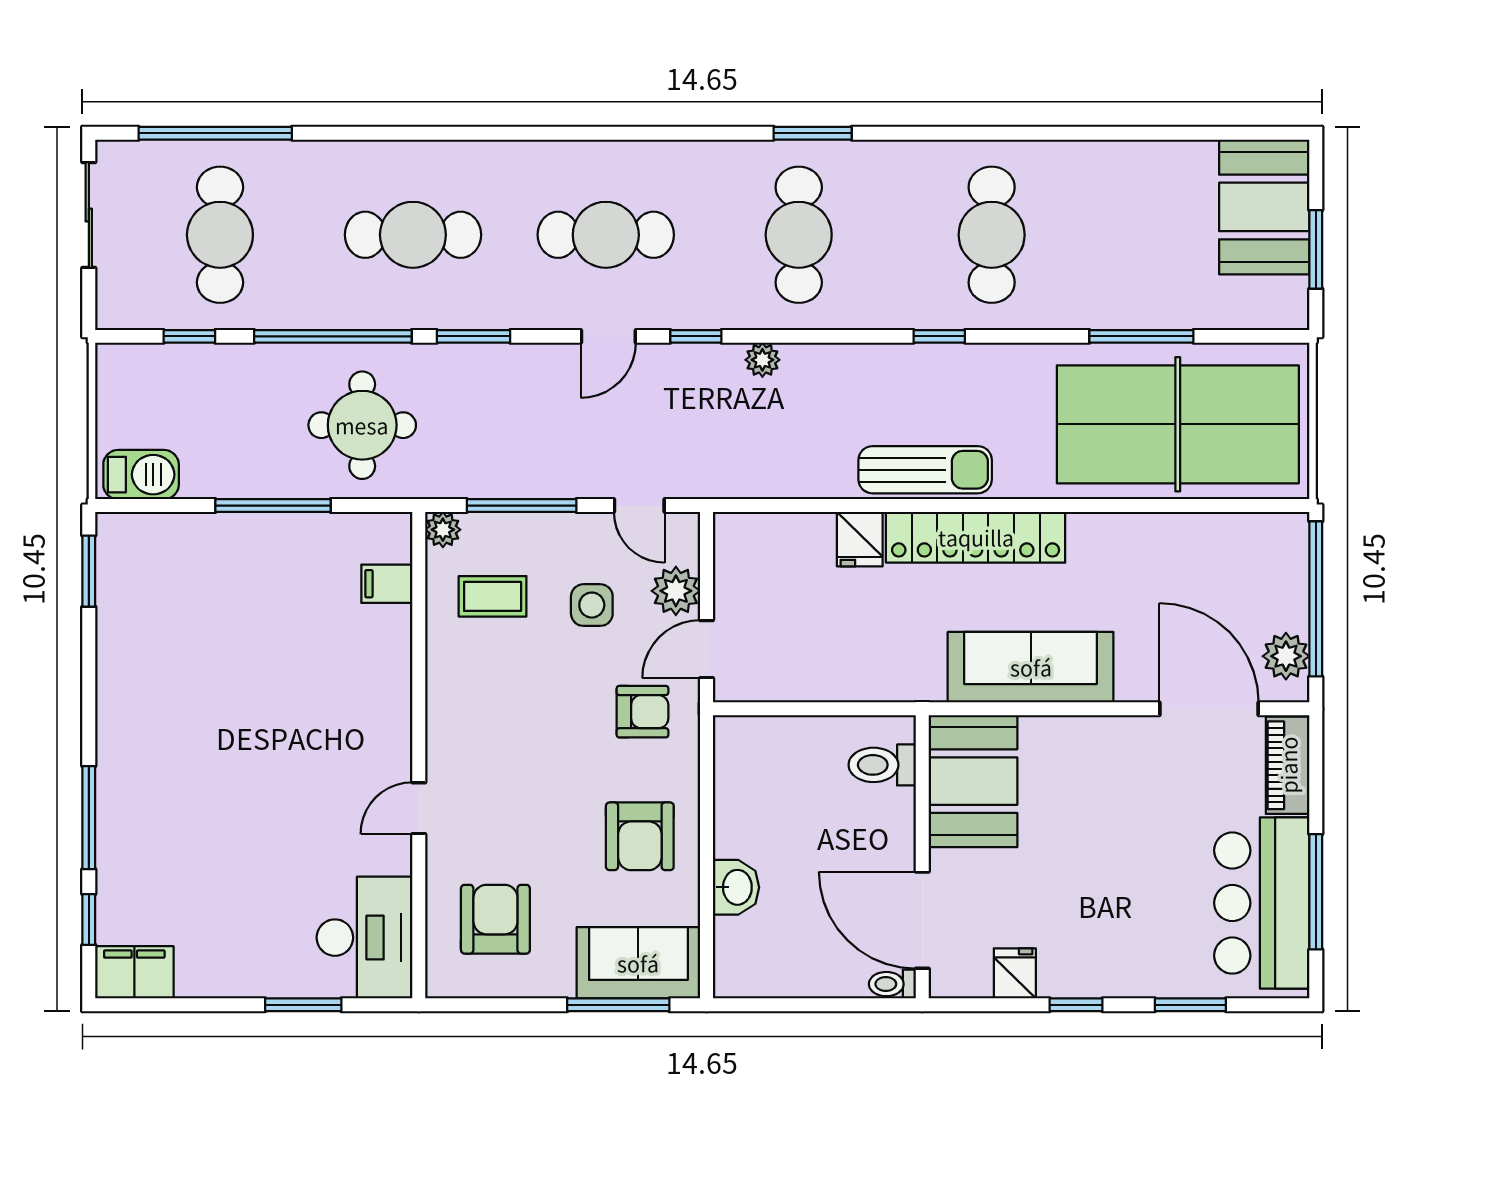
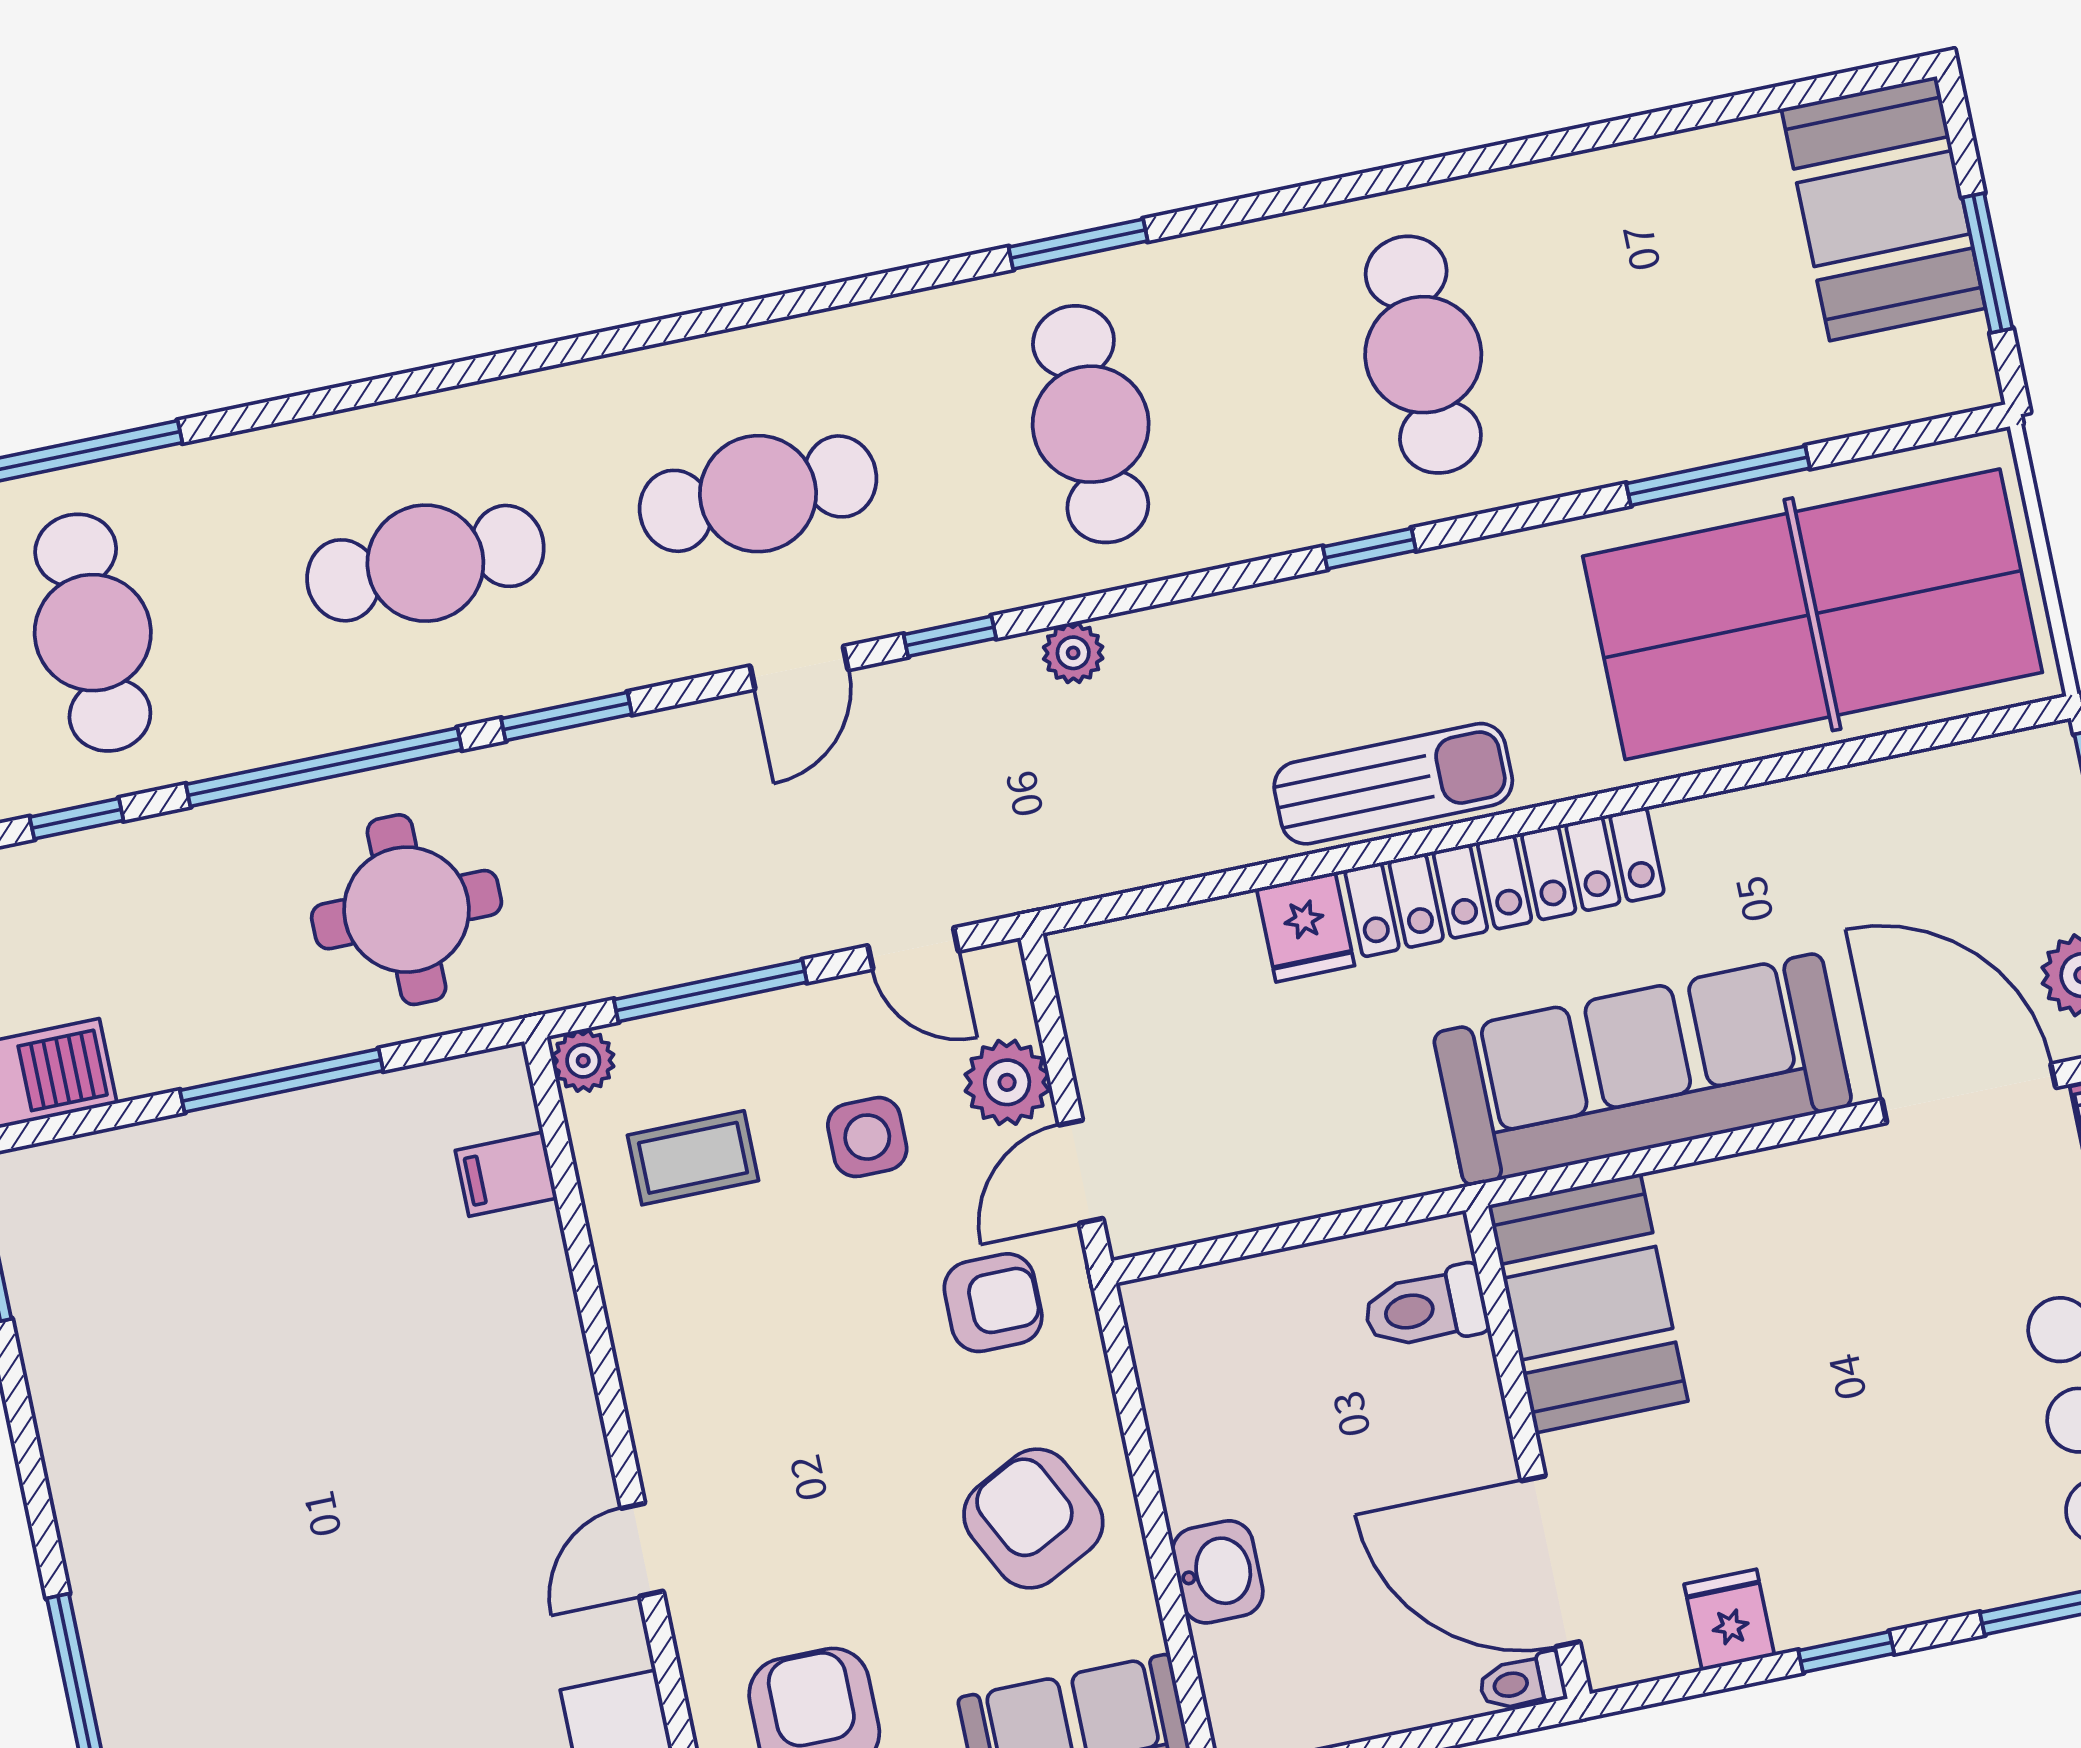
sofa: (1031, 667) -> (1643, 1070), width x1.36, depth x1.27
armchair: (640, 836) -> (1033, 1518), turned 153

